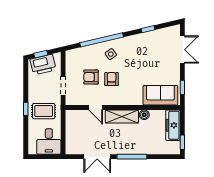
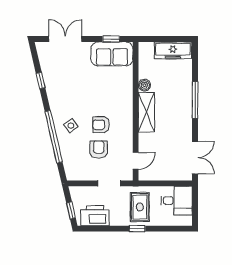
printer: (43, 65) -> (95, 216), moved, turned -77
armchair: (91, 77) -> (99, 150), turned 180
sofa: (160, 95) -> (112, 54), moved, turned -90
door: (96, 108) -> (136, 161), moved
freezer: (173, 125) -> (173, 50), moved
window: (182, 142) -> (178, 39), removed
double door: (97, 157) -> (195, 158), moved

